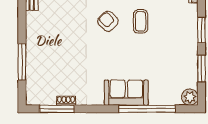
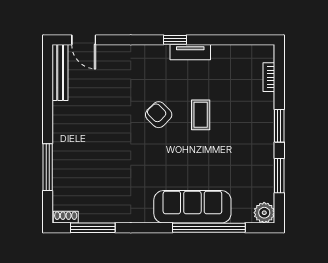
sofa: (126, 93) -> (192, 207), width x1.36
shoe rack: (66, 101) -> (66, 217), moved

